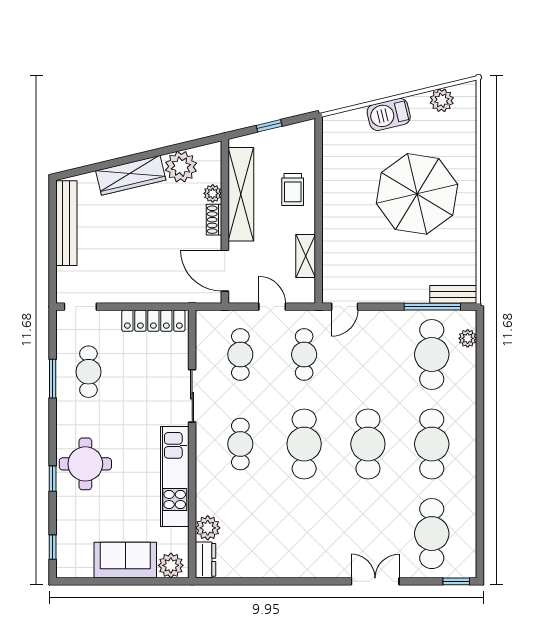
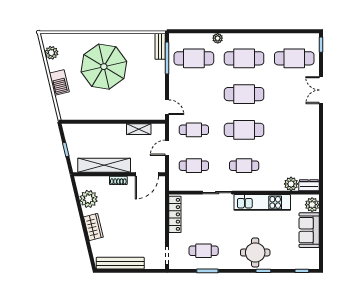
wardrobe: (131, 175) -> (93, 227), width x0.67
trolley: (293, 190) -> (101, 136), removed
plant: (213, 193) -> (104, 181), removed
plant: (468, 338) -> (218, 38), moved

